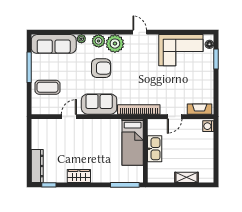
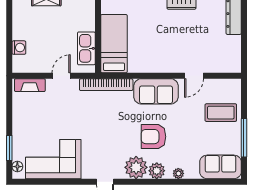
sofa: (54, 44) -> (220, 167), width x0.73
washing machine: (208, 126) -> (19, 48), moved
kitchen sink: (155, 149) -> (86, 48), moved

